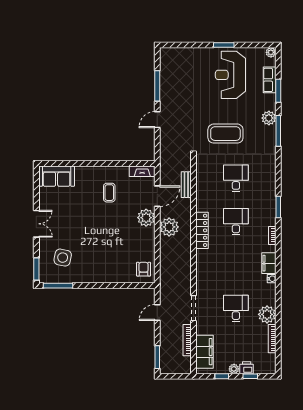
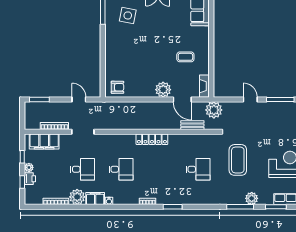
desk: (236, 222) -> (121, 169), moved
plant: (169, 227) -> (214, 110), moved
filing cabinet: (269, 263) -> (95, 199), moved

